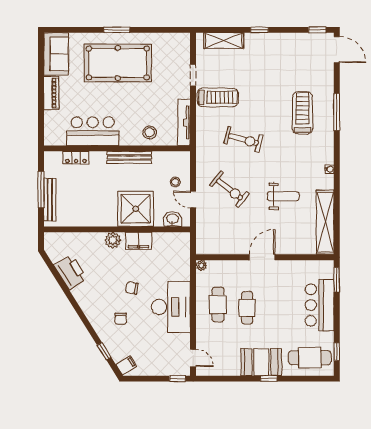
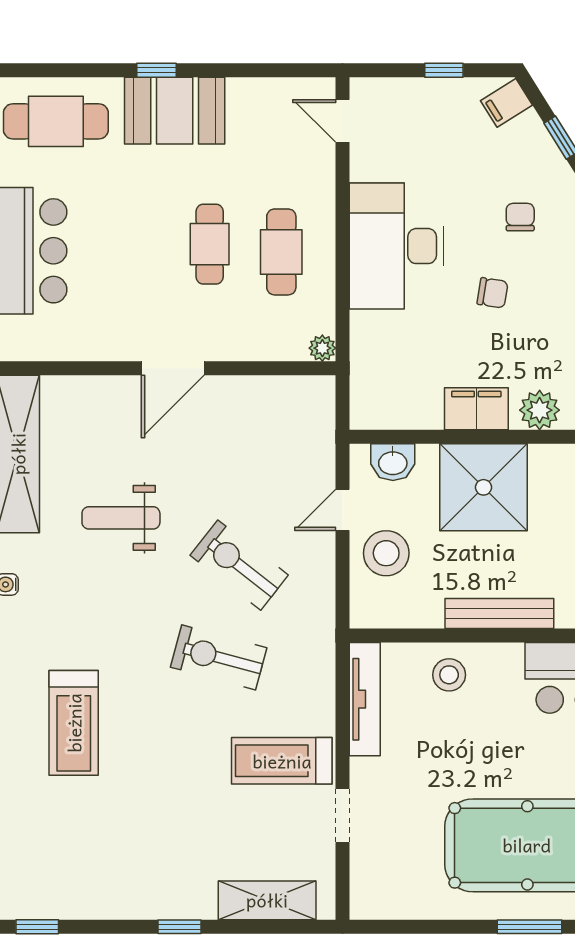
stool: (175, 182) -> (386, 553), width x1.89, depth x1.89
exercise bike: (230, 189) -> (239, 565), moved
door: (193, 200) -> (342, 510), swing flipped
window: (178, 379) -> (444, 70), moved

